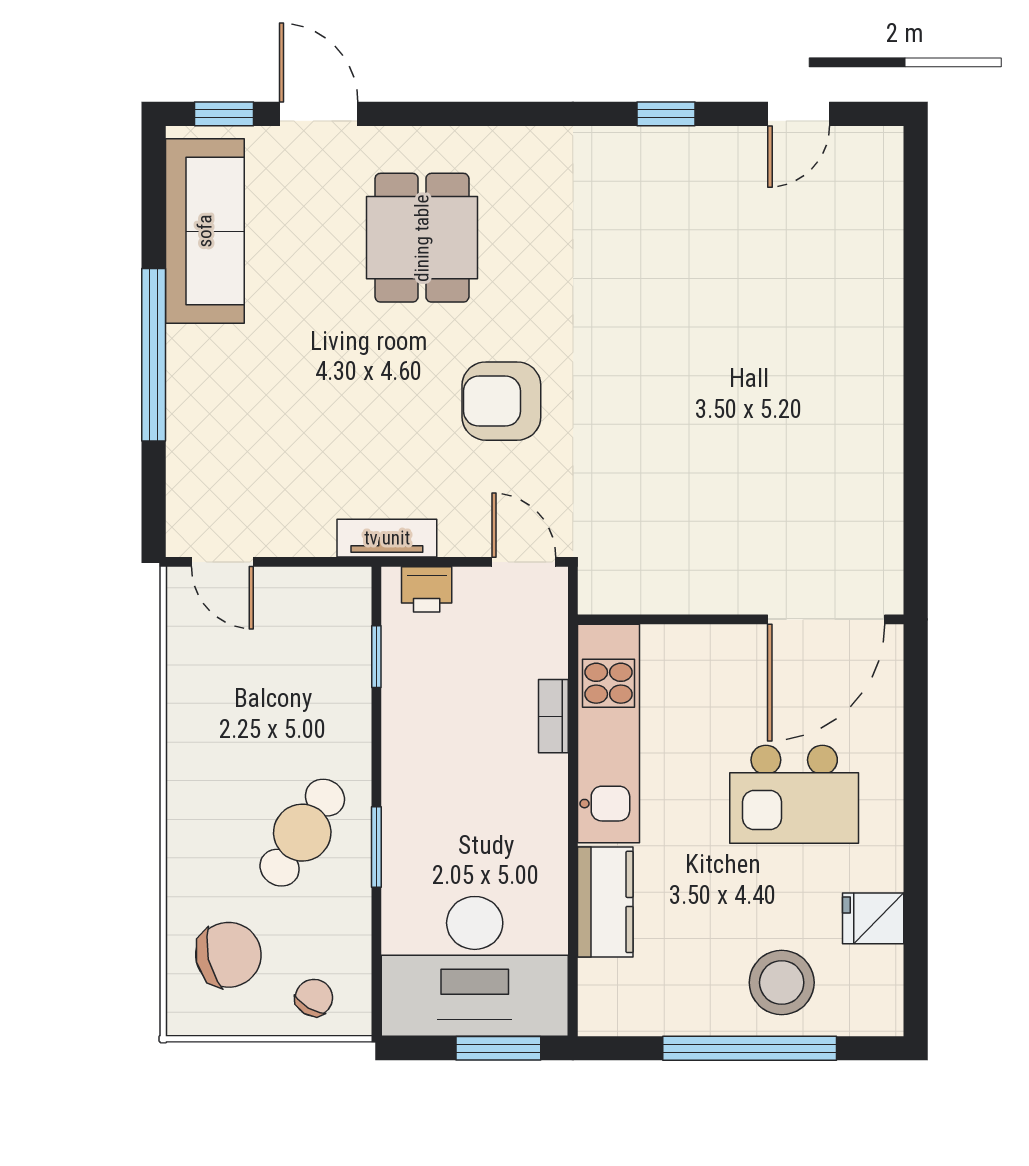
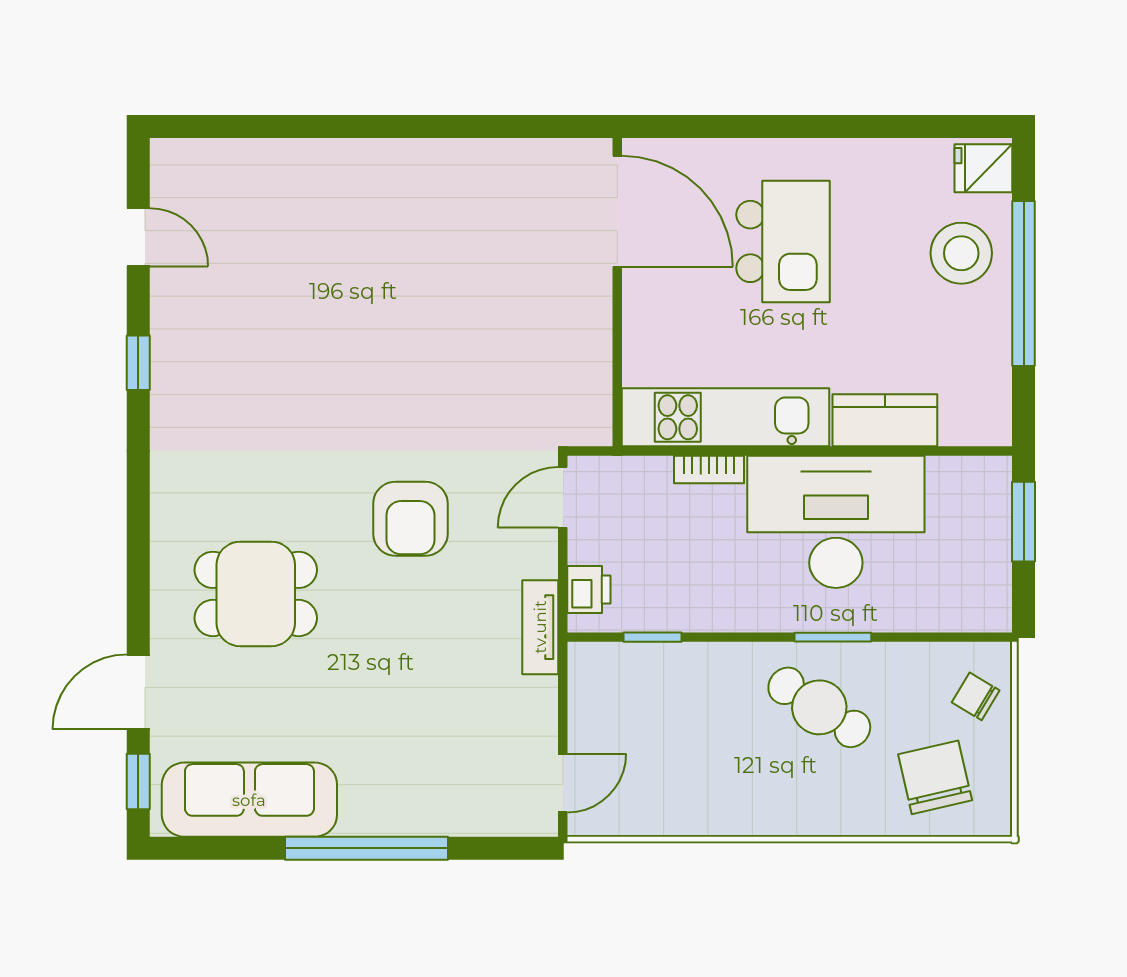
fridge: (873, 918) -> (983, 168), moved, turned 90
desk: (475, 966) -> (836, 522), moved, turned -90

